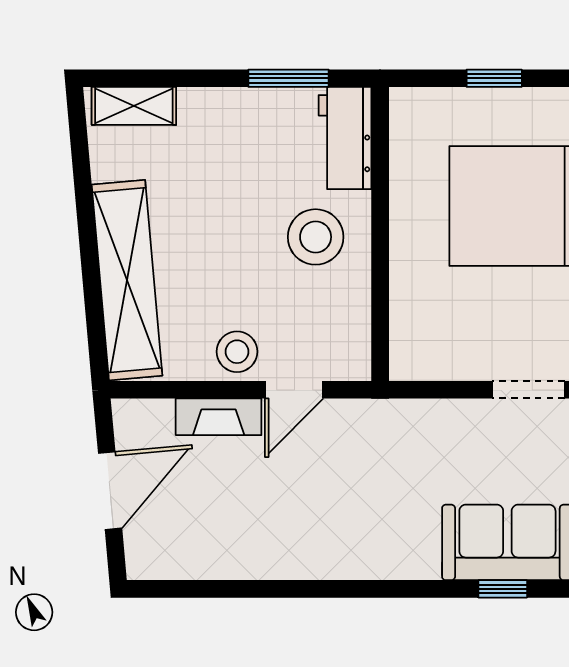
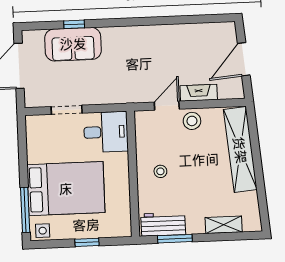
shelving: (134, 106) -> (224, 225), moved
workbench: (345, 138) -> (163, 224), moved, turned -90
stool: (316, 237) -> (160, 171), width x0.53, depth x0.53
desk: (439, 334) -> (106, 132), added

